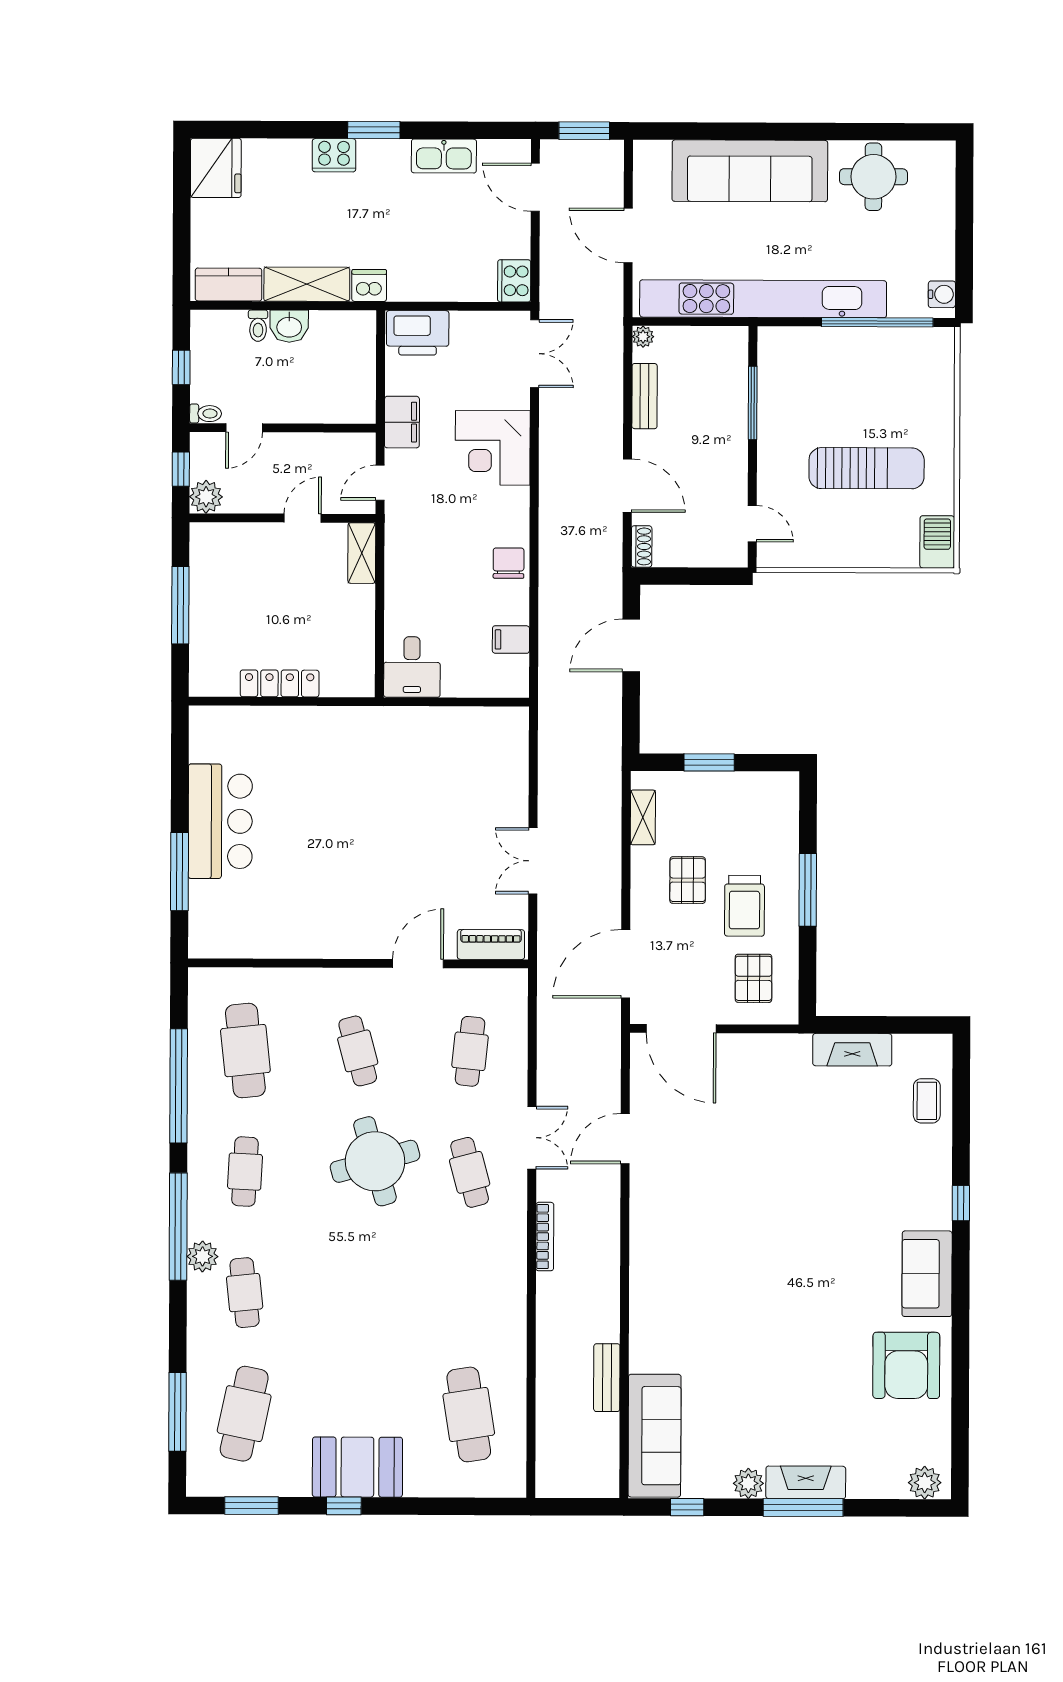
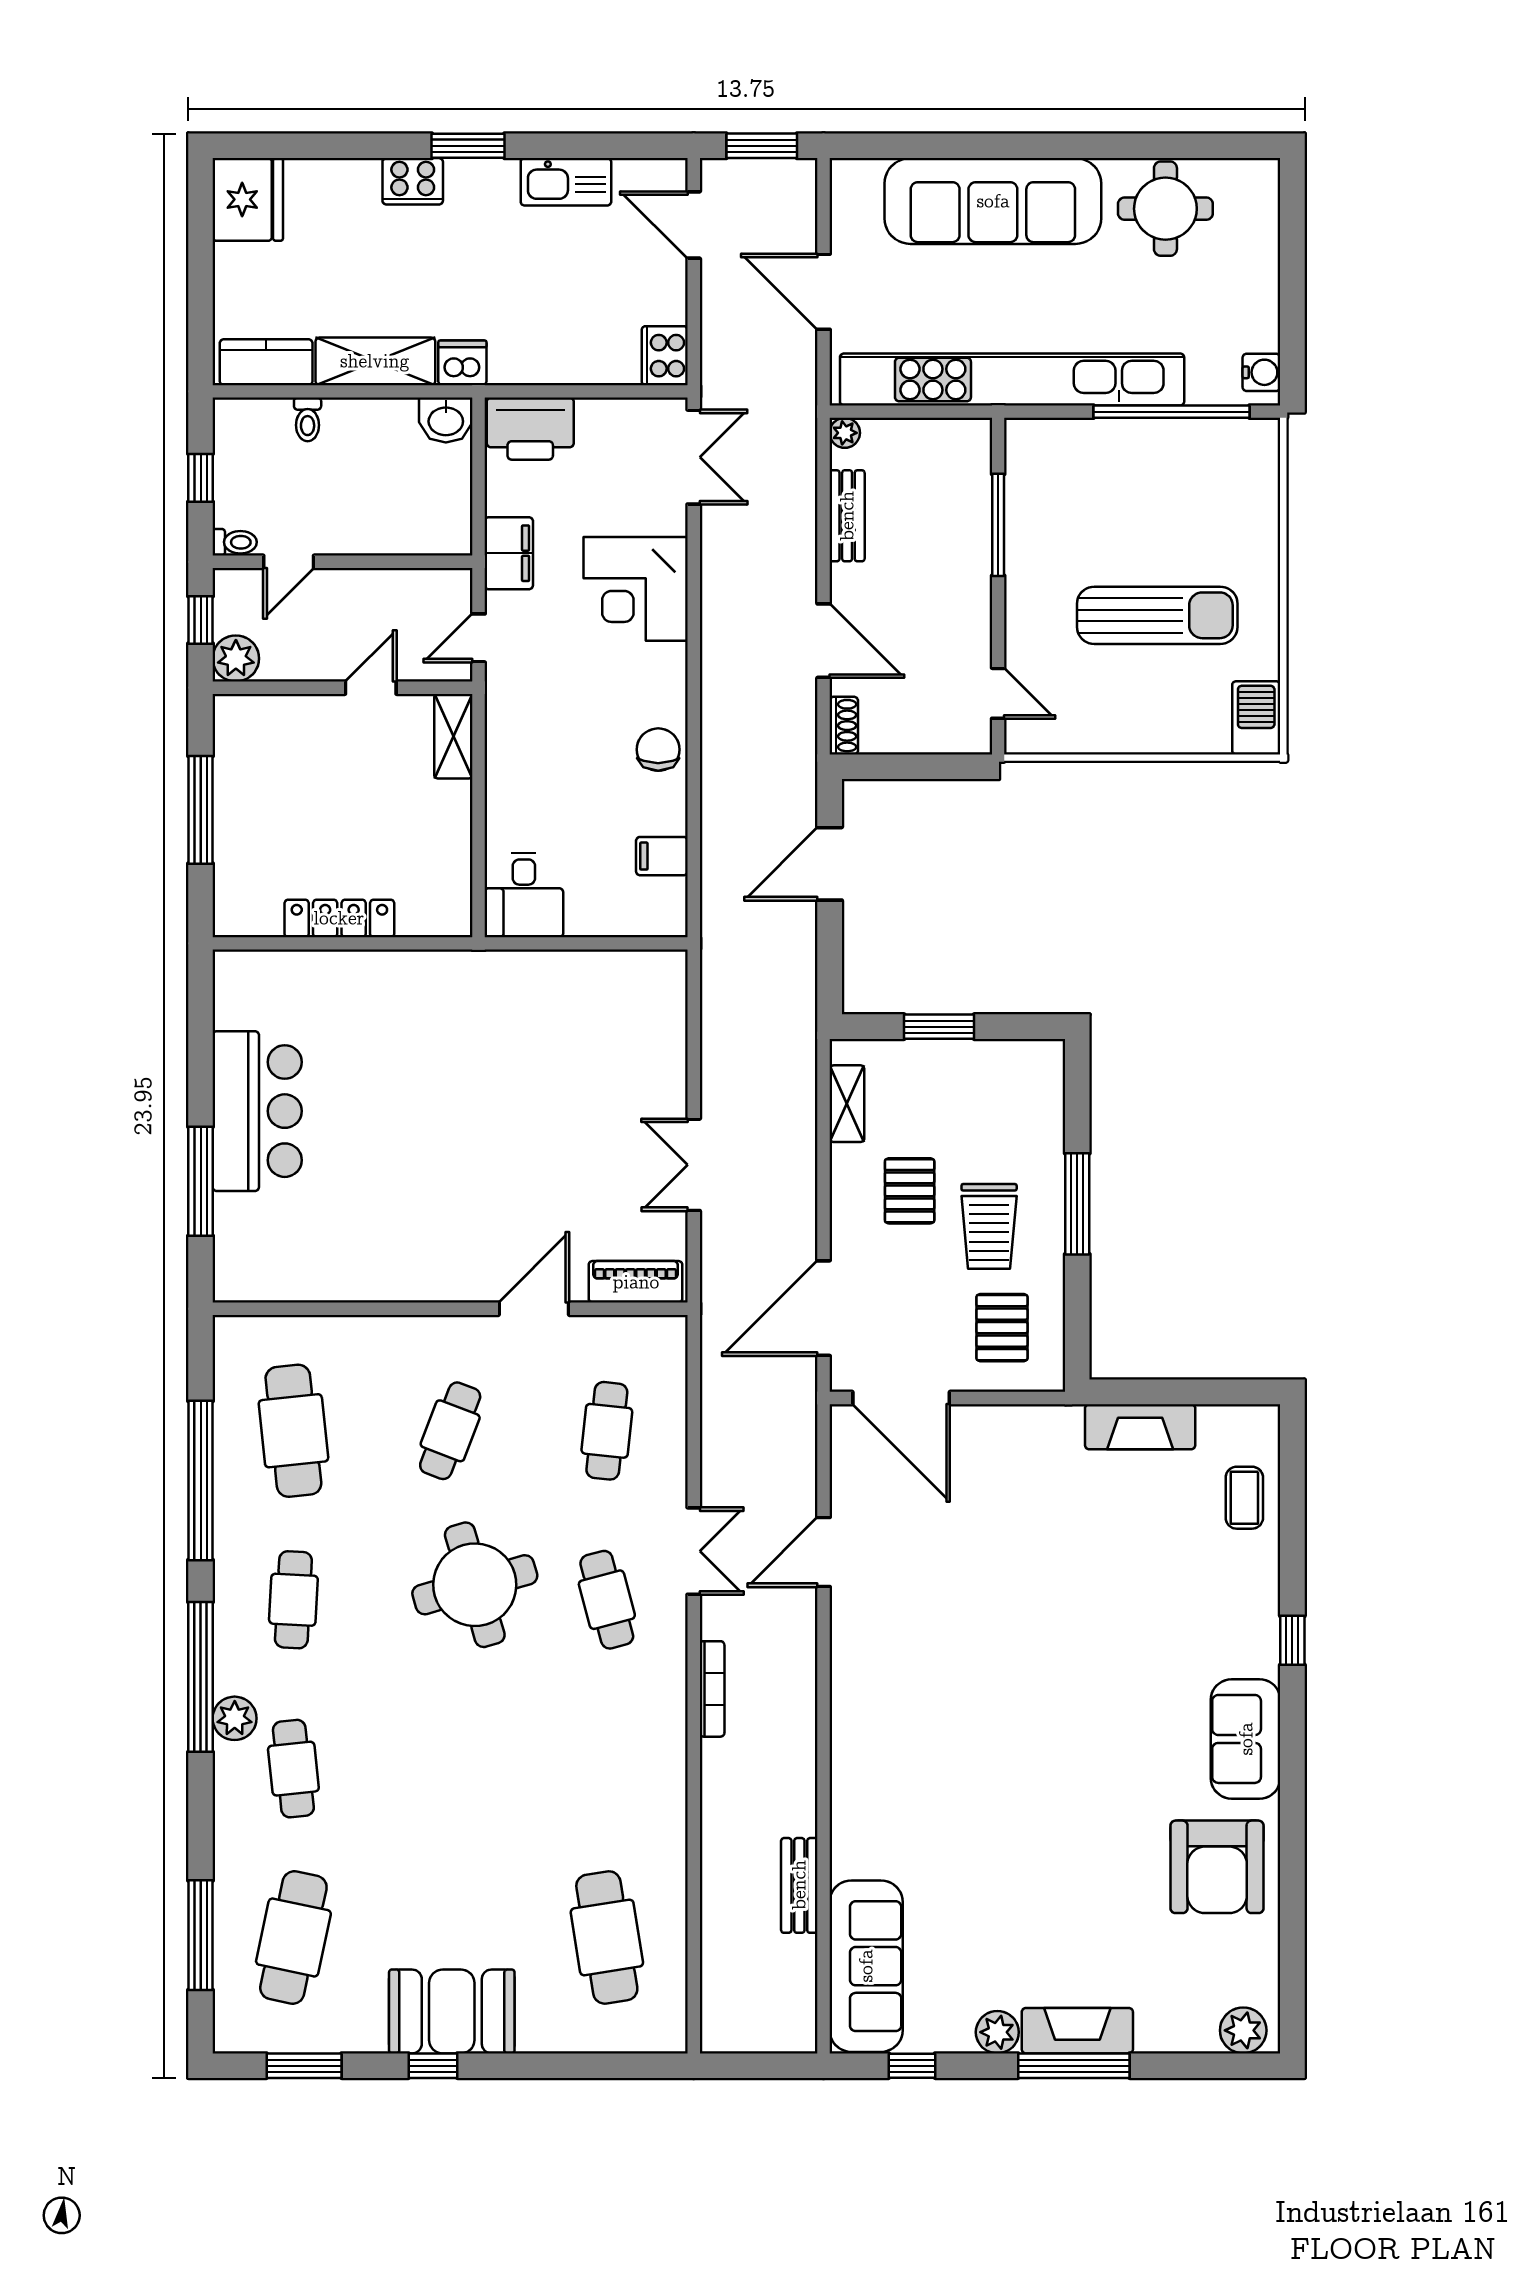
washbasin: (289, 326) -> (446, 420), moved
cafe table: (358, 1051) -> (450, 1431), turned 36

